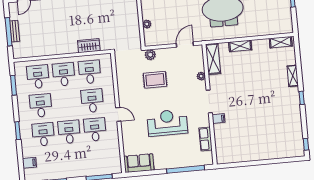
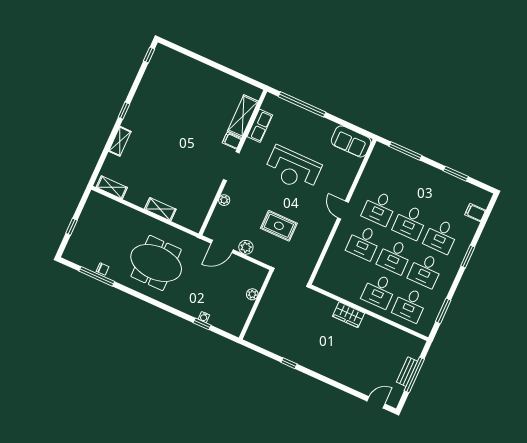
wardrobe: (89, 46) -> (349, 315), moved
plant: (150, 55) -> (246, 247), moved
shelving: (213, 59) -> (243, 116), moved
desk: (90, 72) -> (395, 256), moved

